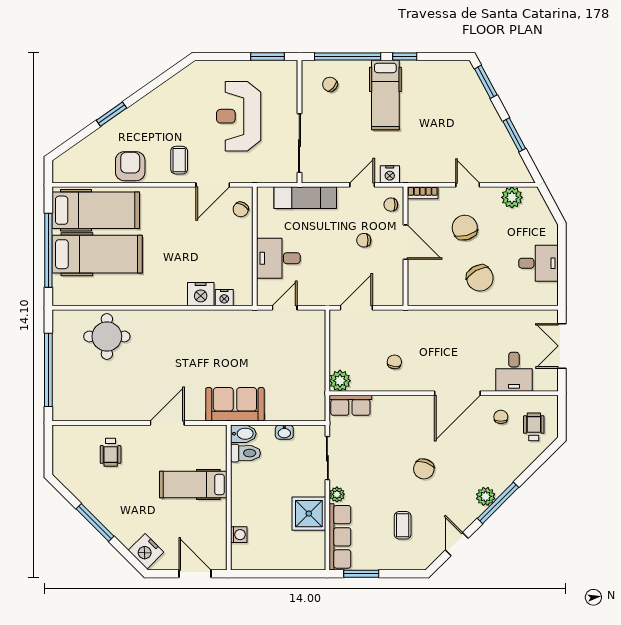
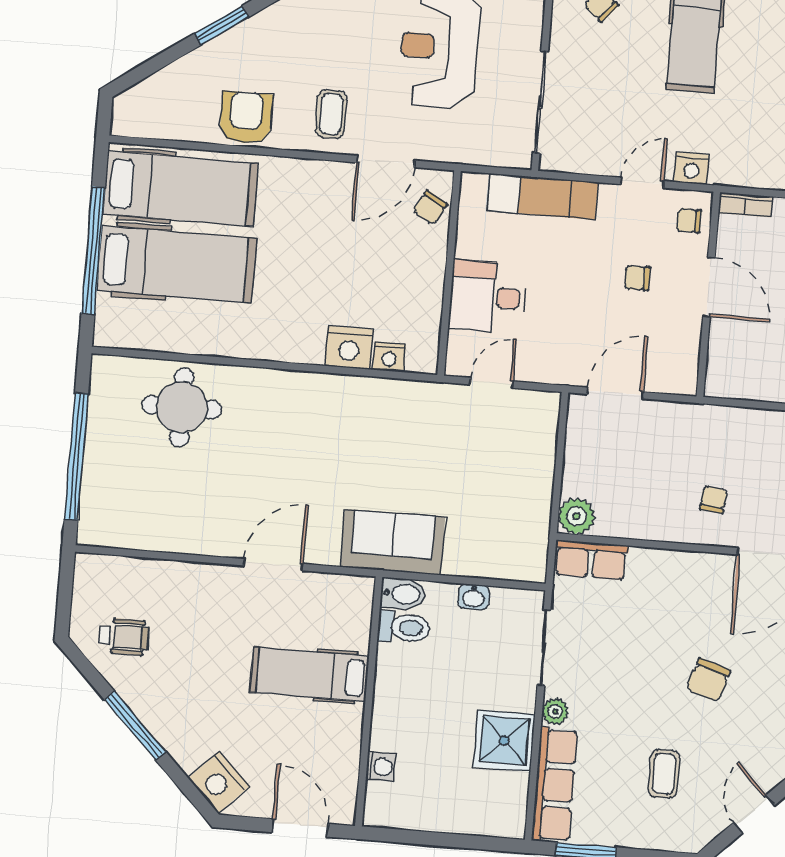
chair: (394, 362) -> (713, 500), moved
wheelchair: (111, 452) -> (124, 637), moved, turned -90

